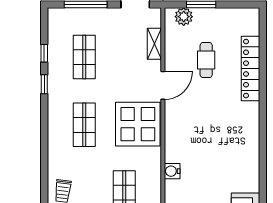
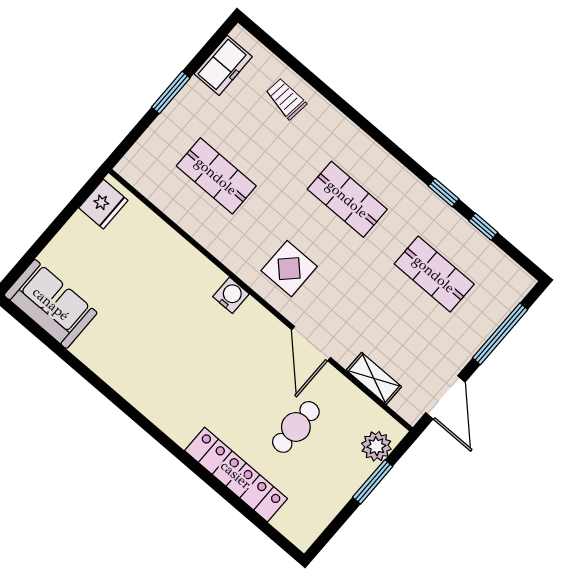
cafe table: (206, 60) -> (296, 427), turned 90
display table: (138, 124) -> (289, 269), width x0.54, depth x0.54
water cooler: (172, 171) -> (231, 295), moved

